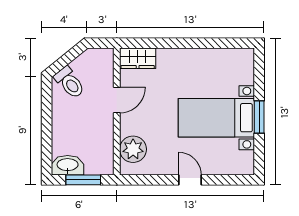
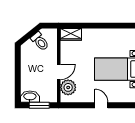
toilet: (70, 83) -> (40, 41), moved
door: (117, 100) -> (59, 72), moved

